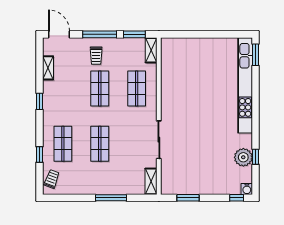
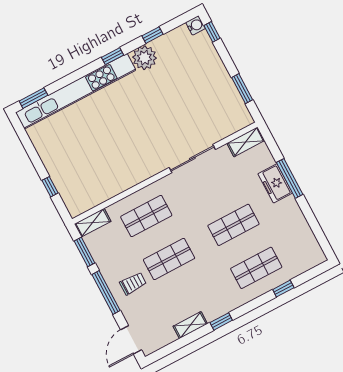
window: (190, 34) -> (50, 187), added
shelving: (48, 68) -> (190, 325), moved
window: (256, 122) -> (112, 56), added
plant: (243, 157) -> (145, 58), moved
trolley: (52, 179) -> (304, 259), removed
freezer: (113, 186) -> (275, 183), added

